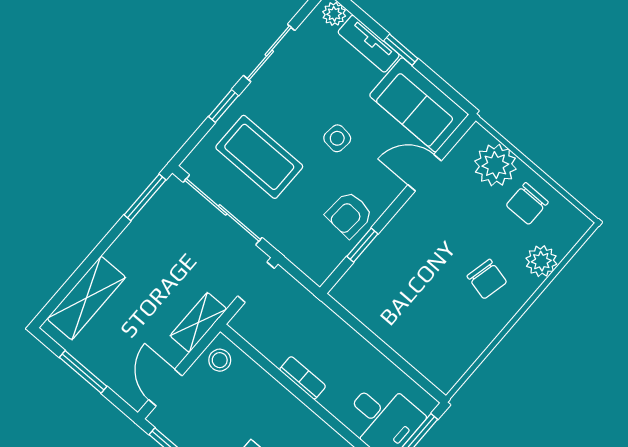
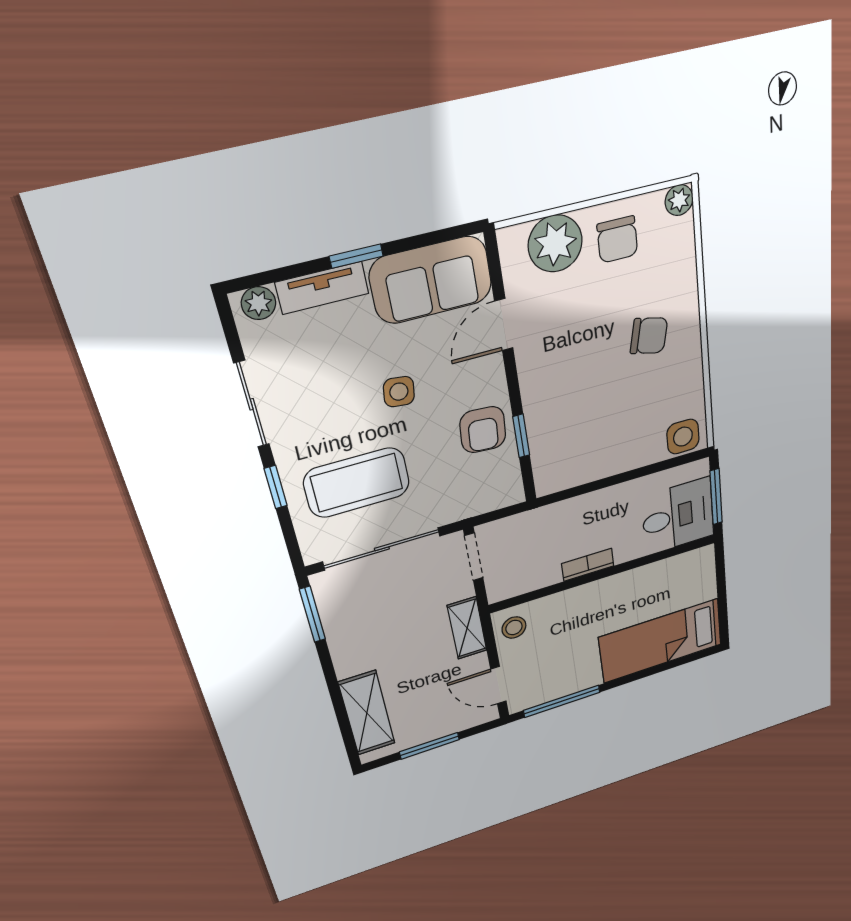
plant: (541, 261) -> (679, 200), moved, width x0.73, depth x0.73
side table: (440, 368) -> (683, 437), added

